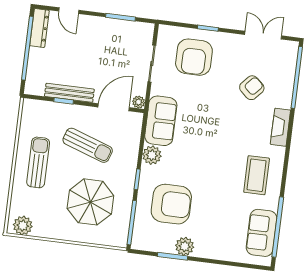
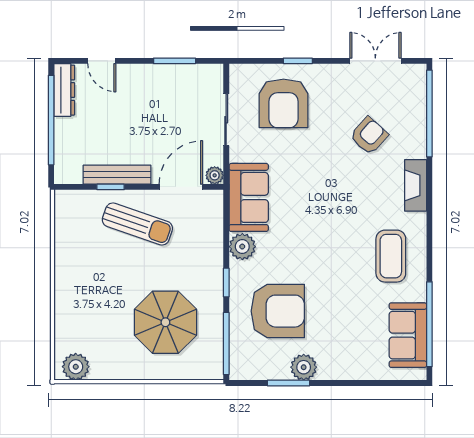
sun lounger: (88, 145) -> (137, 224), moved
sun lounger: (38, 162) -> (86, 277), removed

